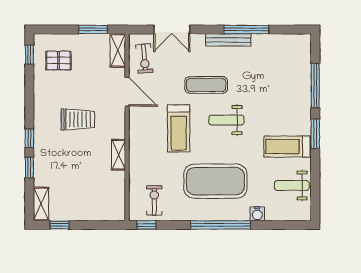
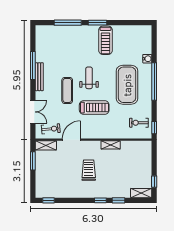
pallet: (58, 60) -> (52, 182), removed
weight bench: (226, 120) -> (89, 78), turned 180
weight bench: (292, 185) -> (130, 37), removed

